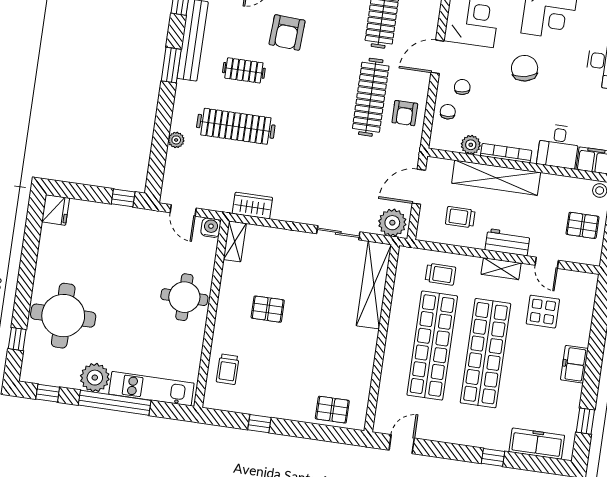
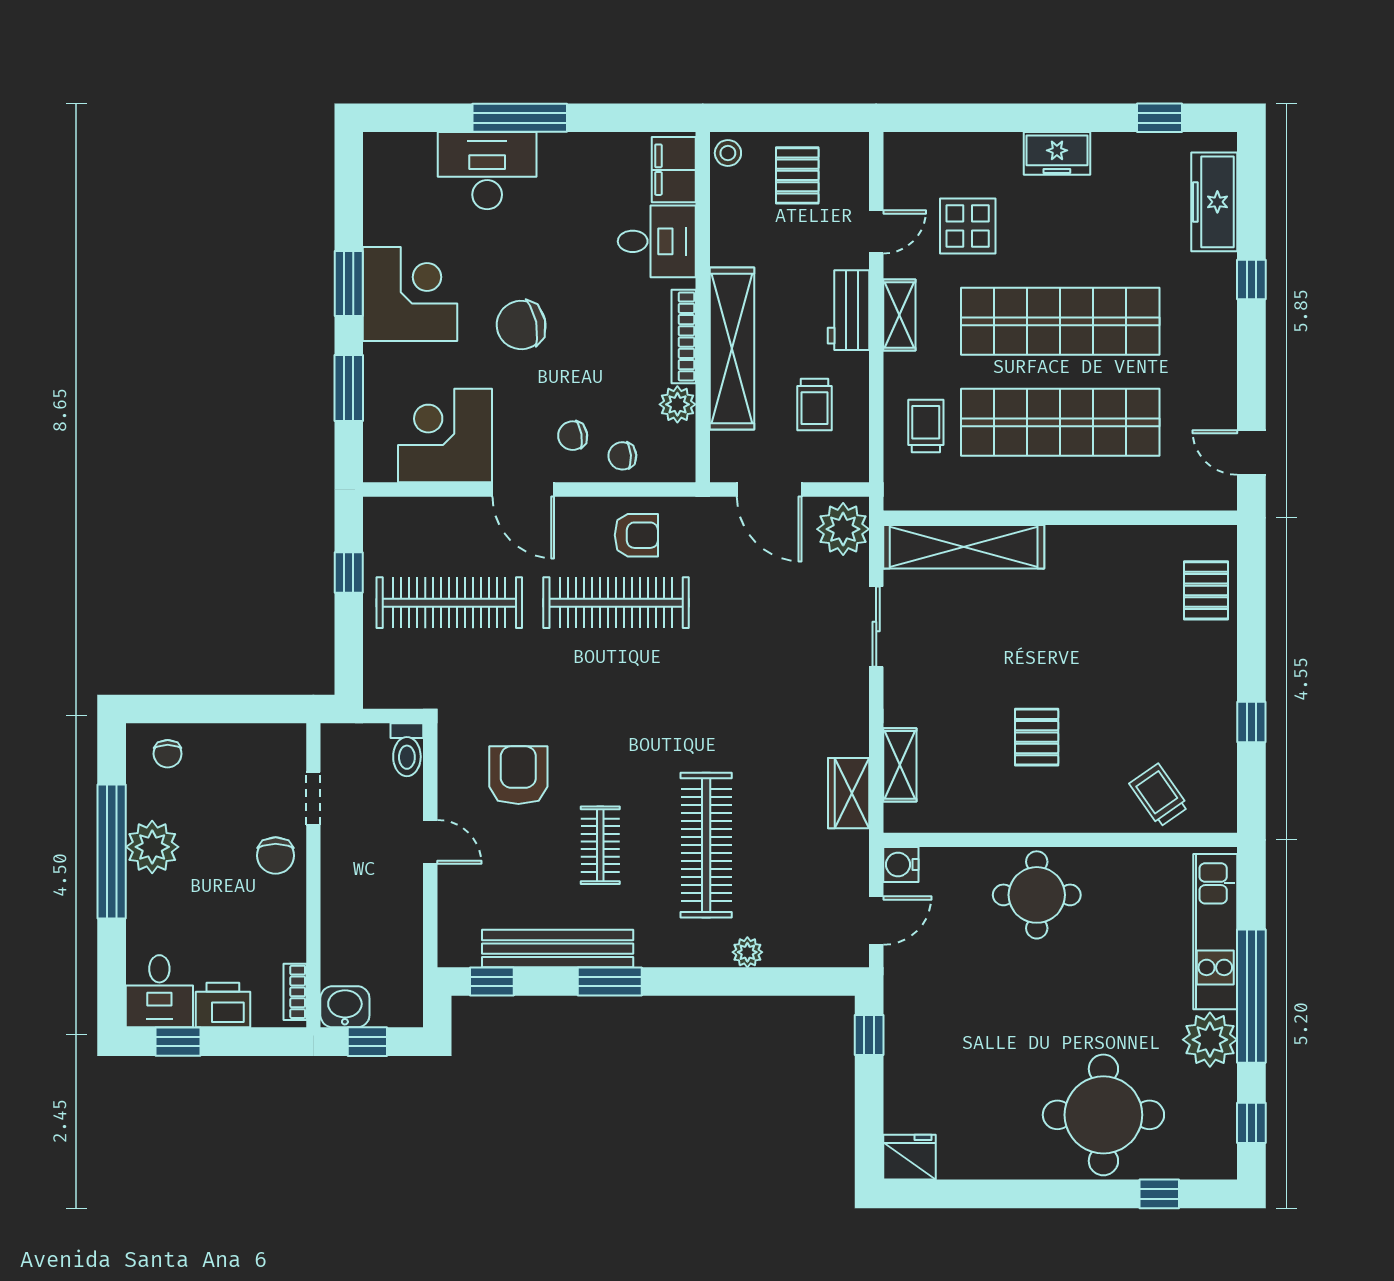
armchair: (287, 32) -> (518, 775), turned -93
shelving: (235, 241) -> (900, 765), moved, turned 90
trolley: (228, 369) -> (1159, 795), turned -125

